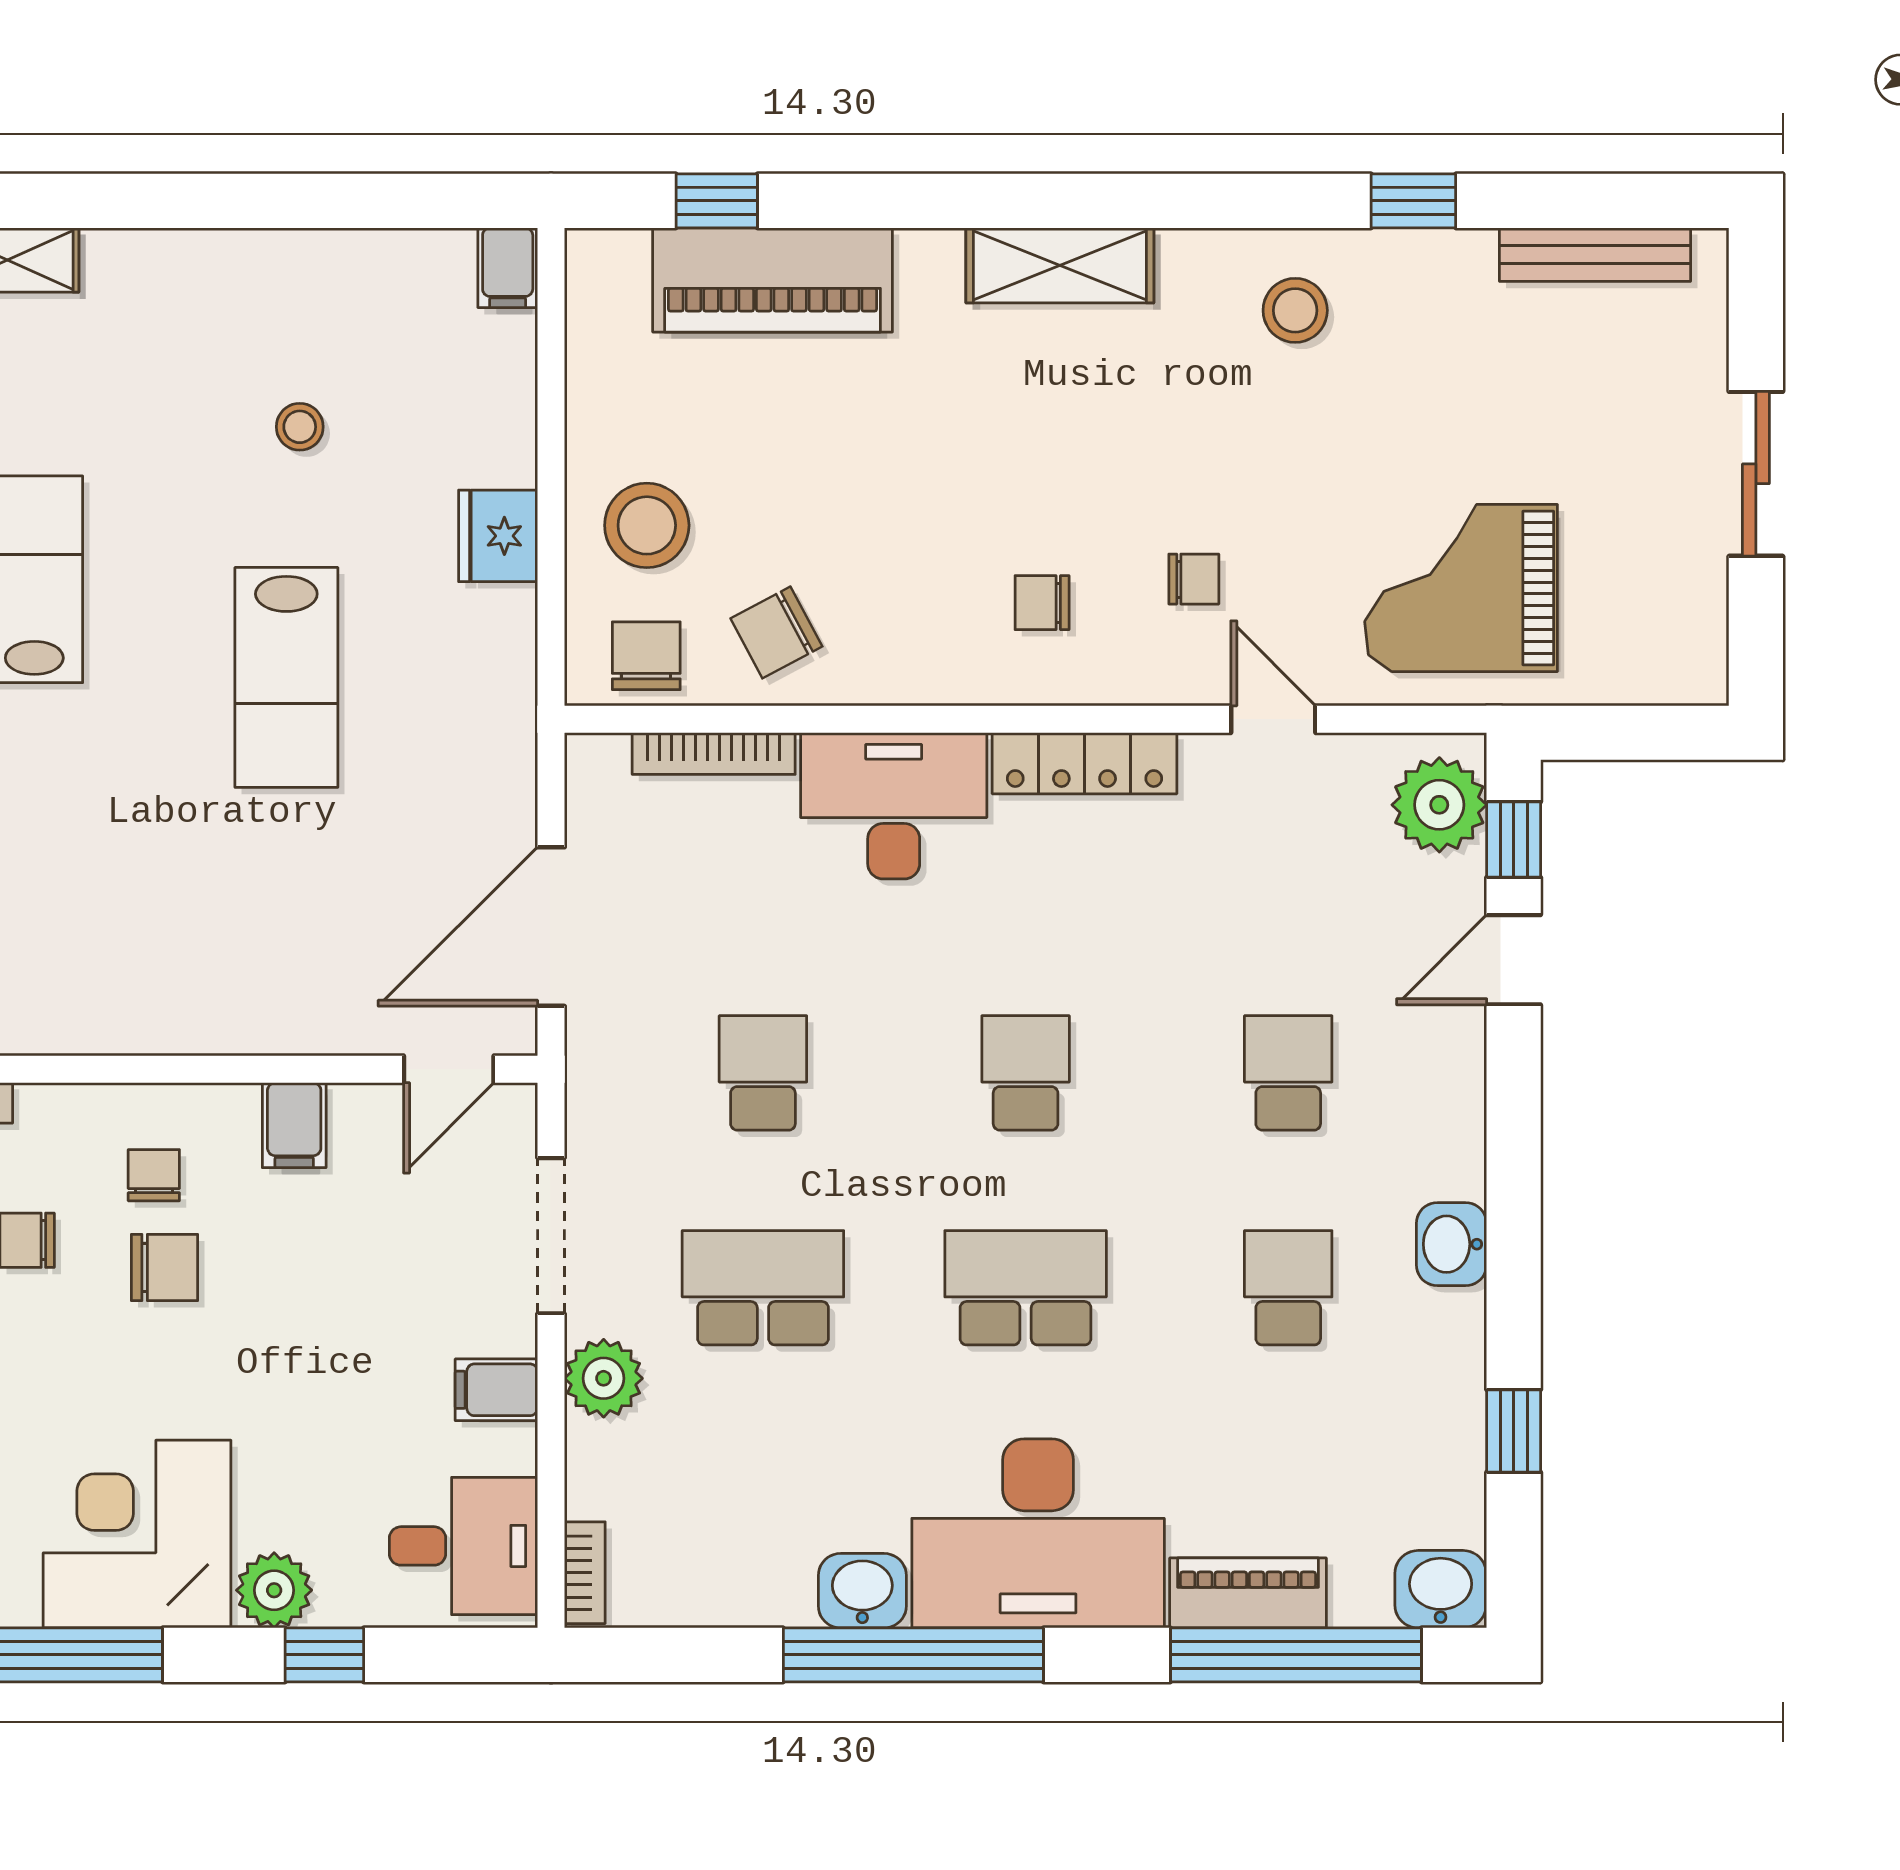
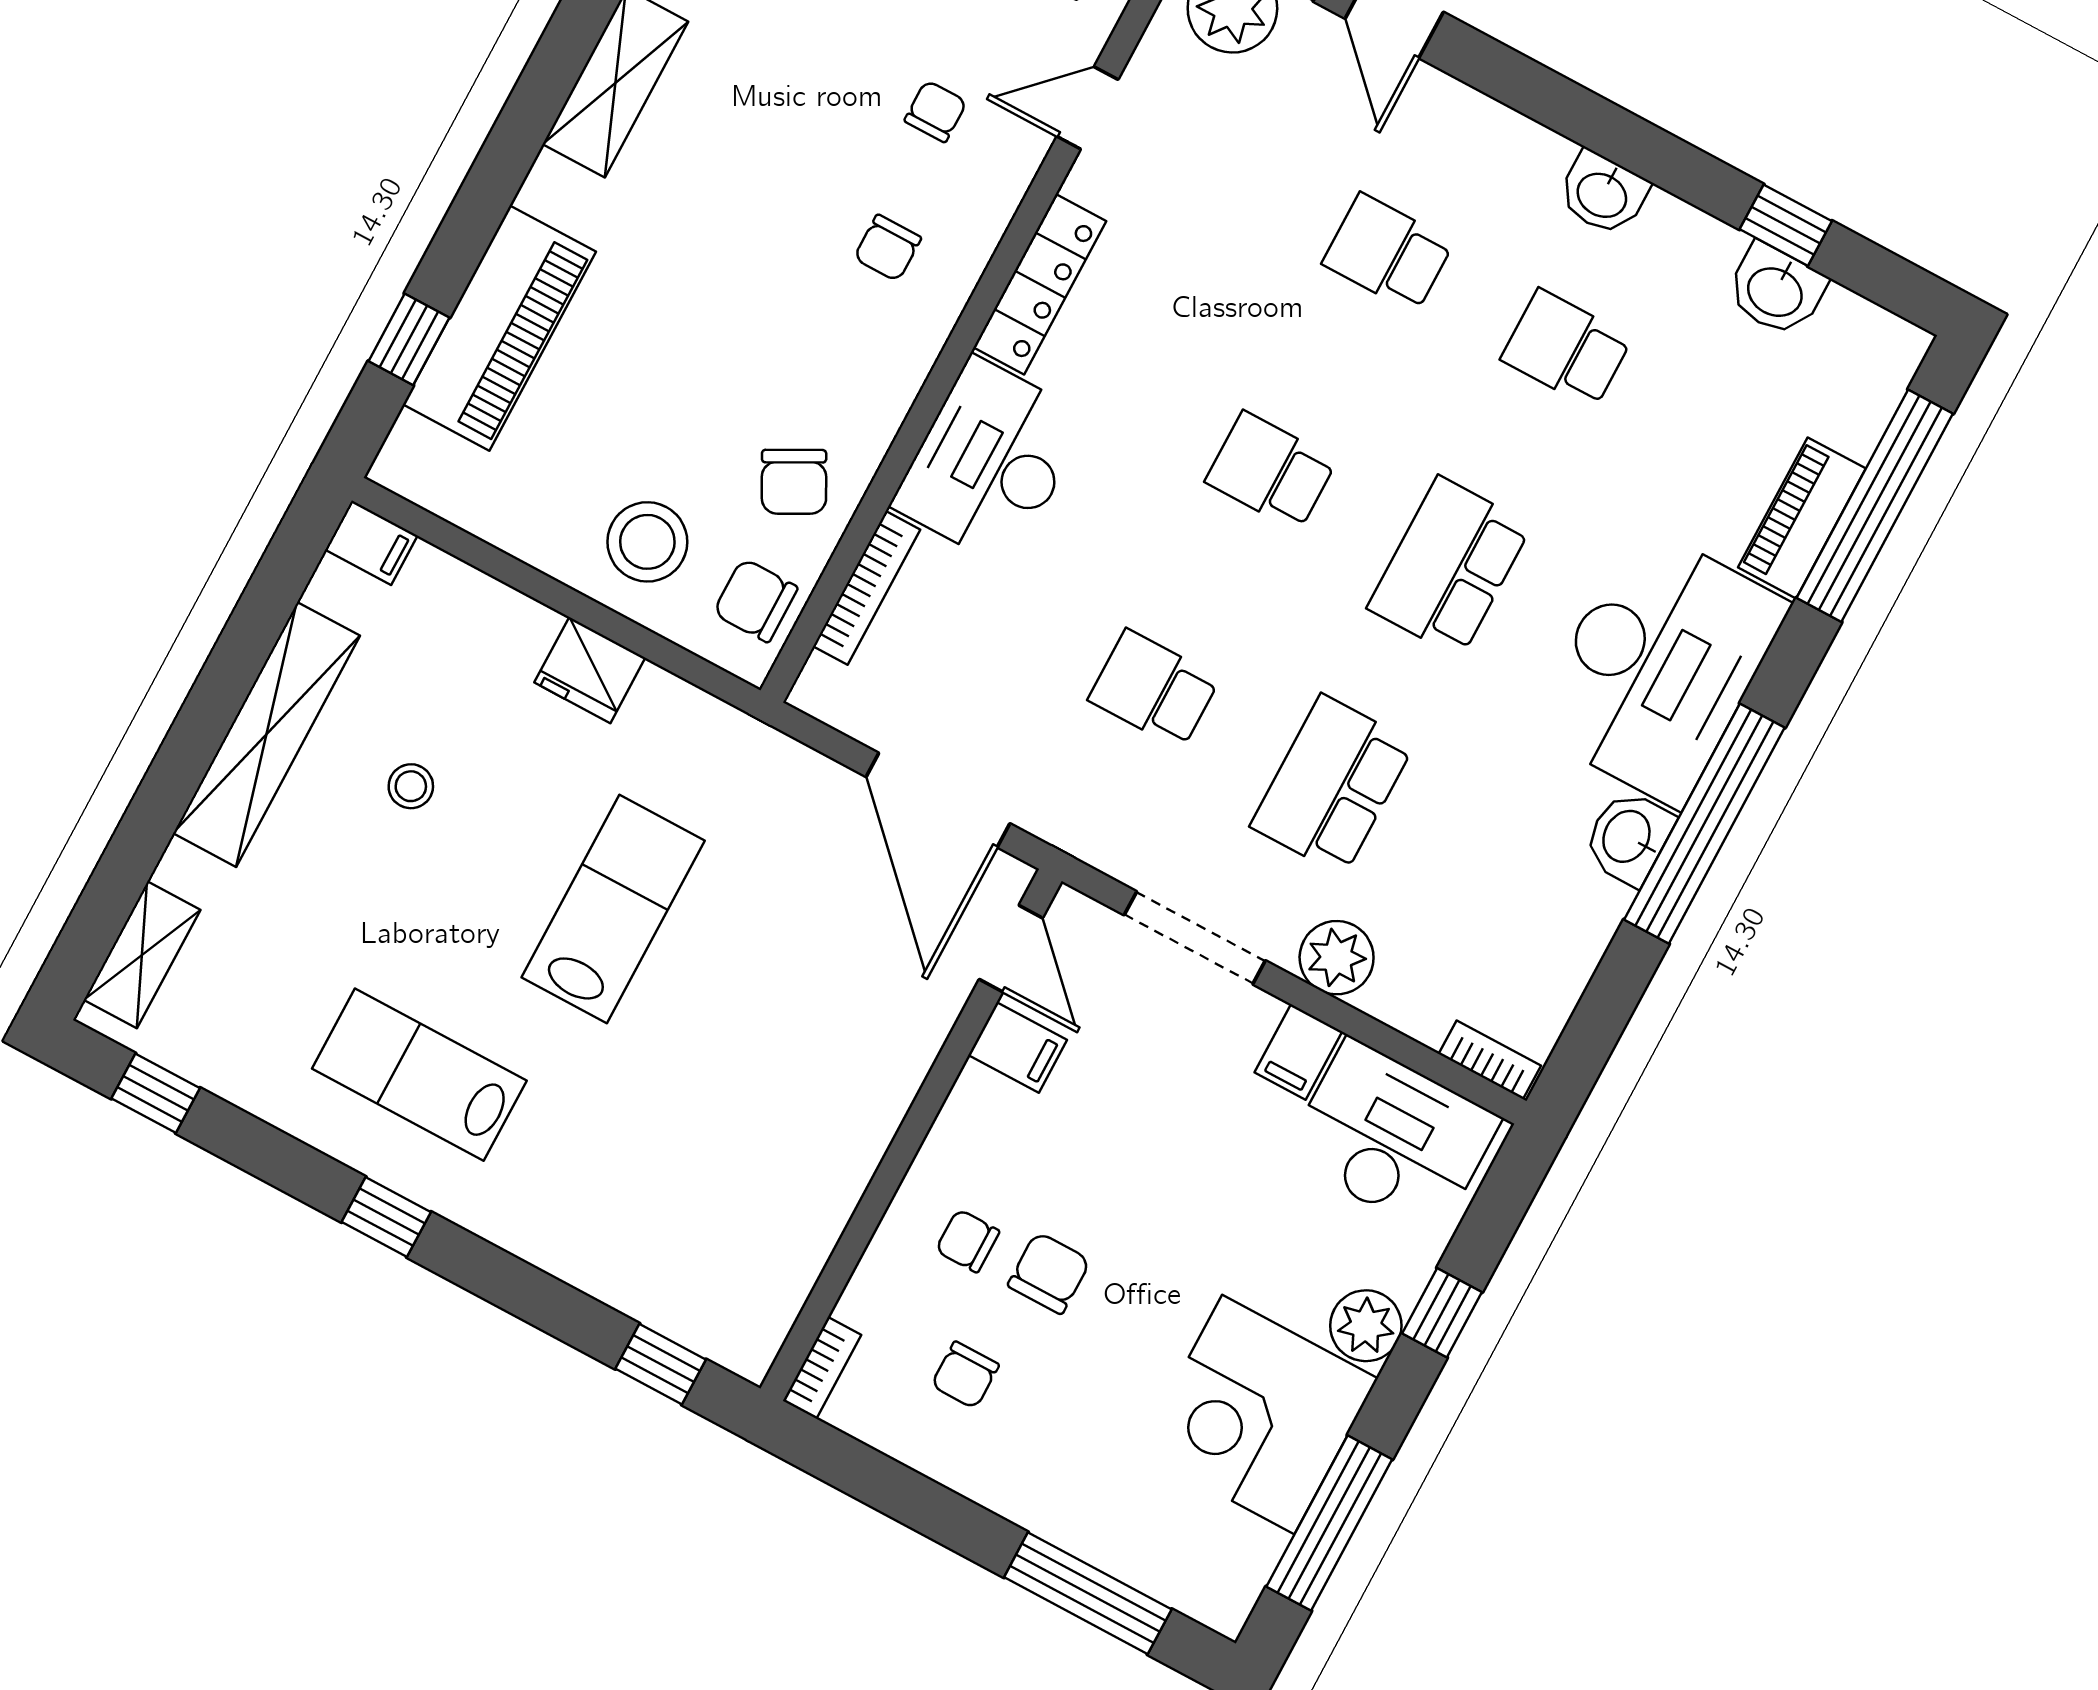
shelving: (276, 266) -> (266, 734), added
lab bench: (286, 677) -> (613, 909), turned -90
filing cabinet: (294, 1125) -> (1018, 1048), moved
desk: (463, 1546) -> (1392, 1137), width x1.37
washbasin: (1441, 1589) -> (1776, 290), moved, turned -90

